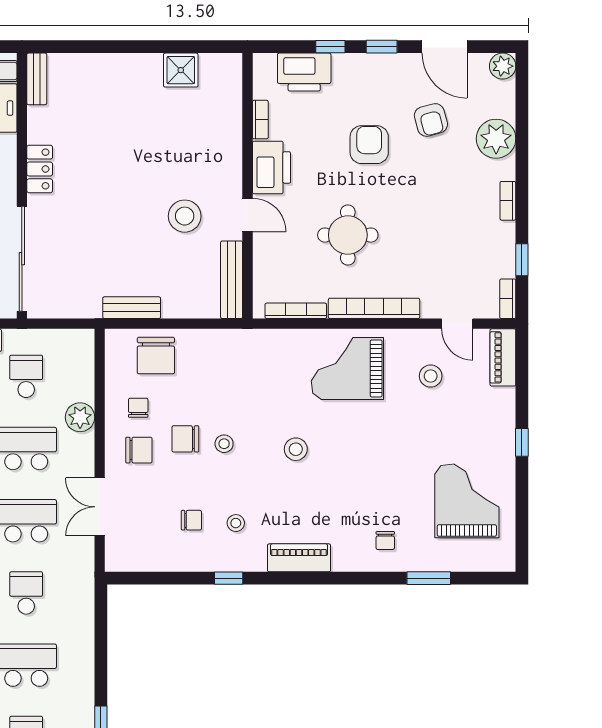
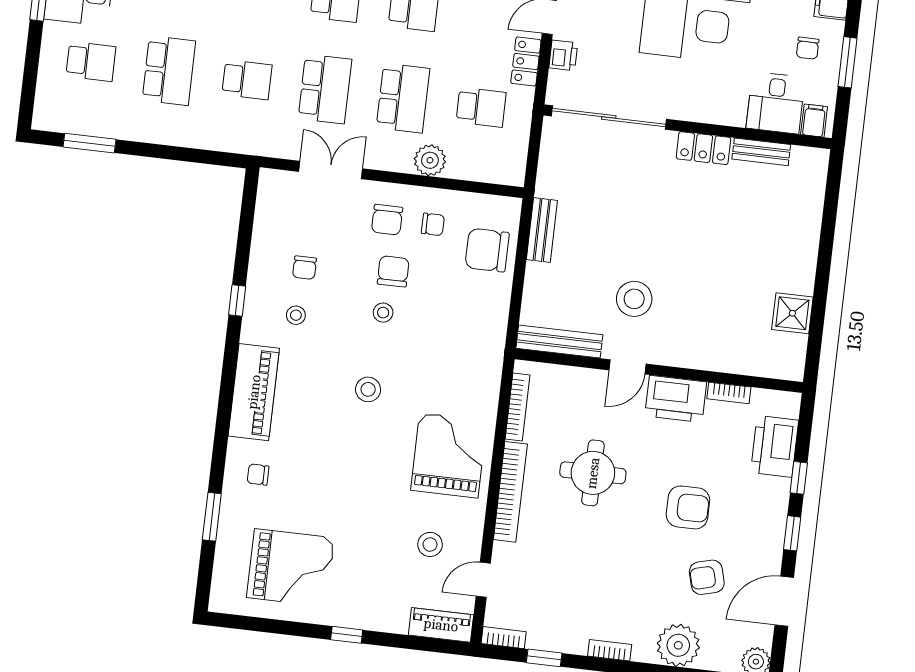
bench: (37, 79) -> (761, 152), moved
piano: (299, 558) -> (254, 392), width x1.37, depth x1.33

